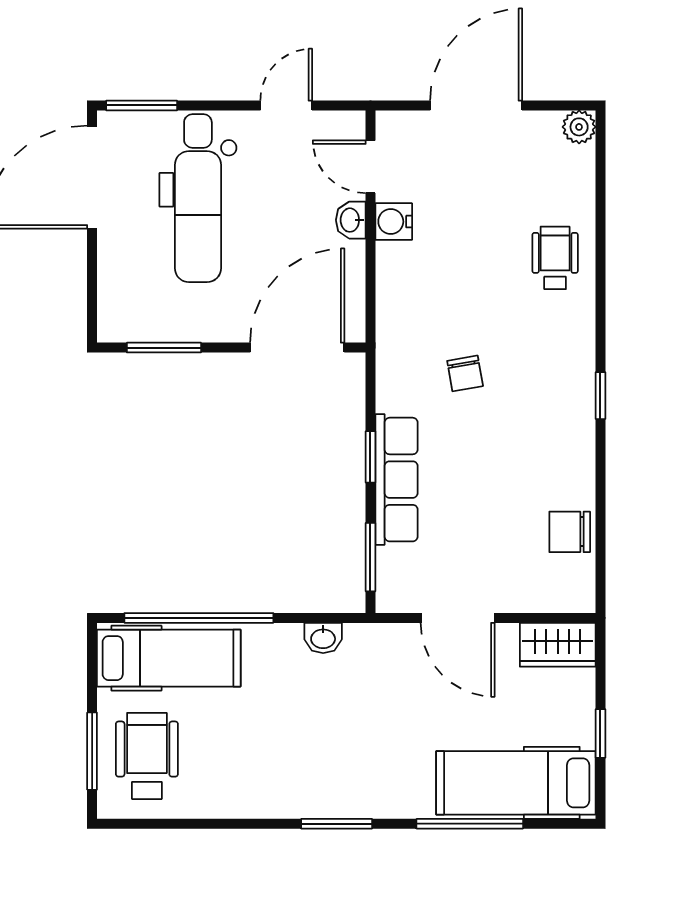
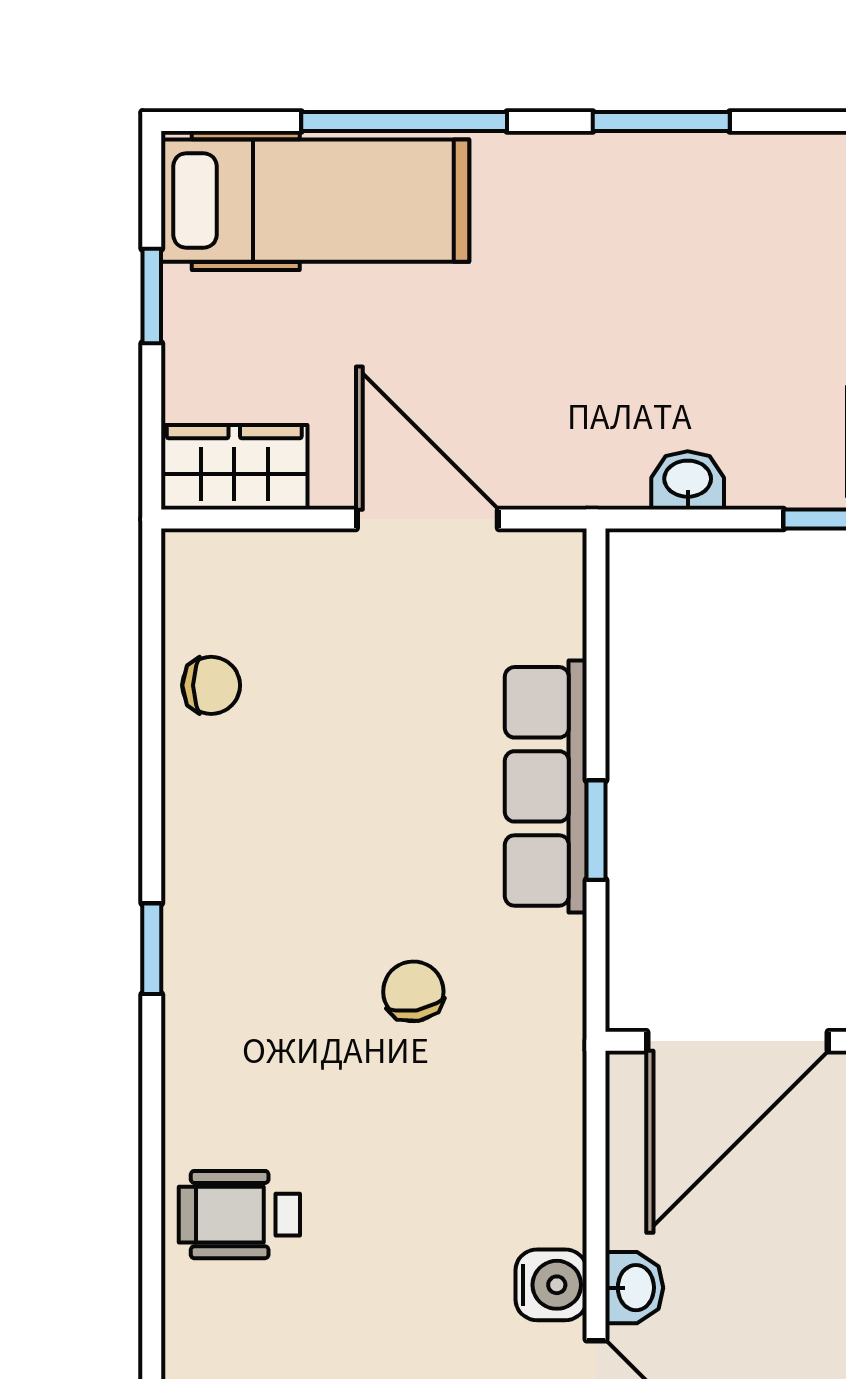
wheelchair: (555, 258) -> (239, 1215), turned 90
chair: (570, 532) -> (211, 685), width x0.73, depth x0.73
window: (370, 557) -> (596, 637), removed

